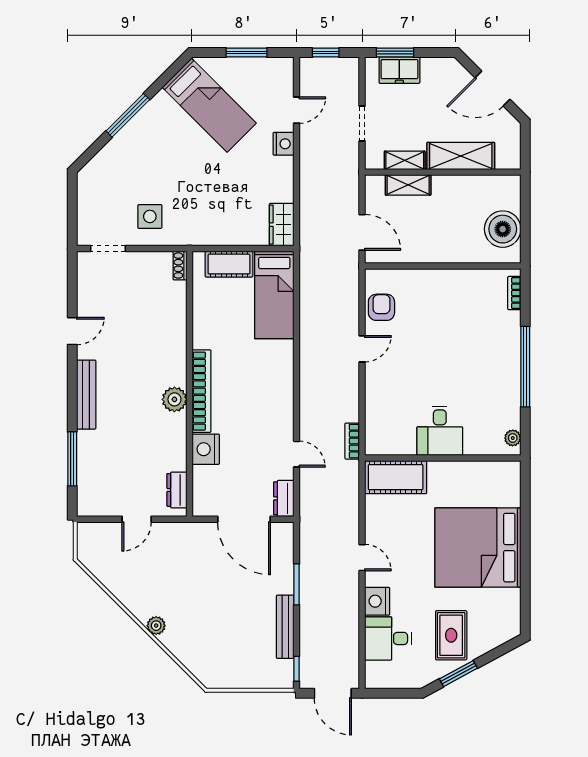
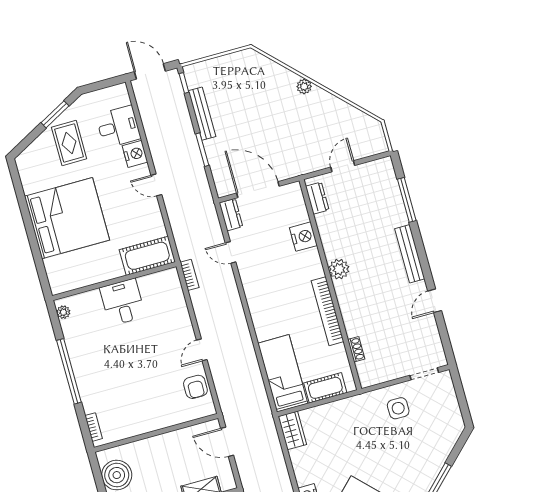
shoe rack: (180, 266) -> (356, 349), moved
bookcase: (202, 391) -> (327, 311), moved

